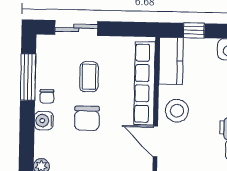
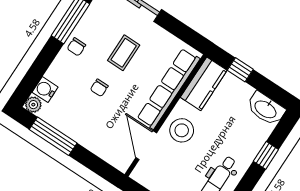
chair: (87, 118) -> (99, 88), width x0.54, depth x0.54
water cooler: (44, 121) -> (45, 90), moved

